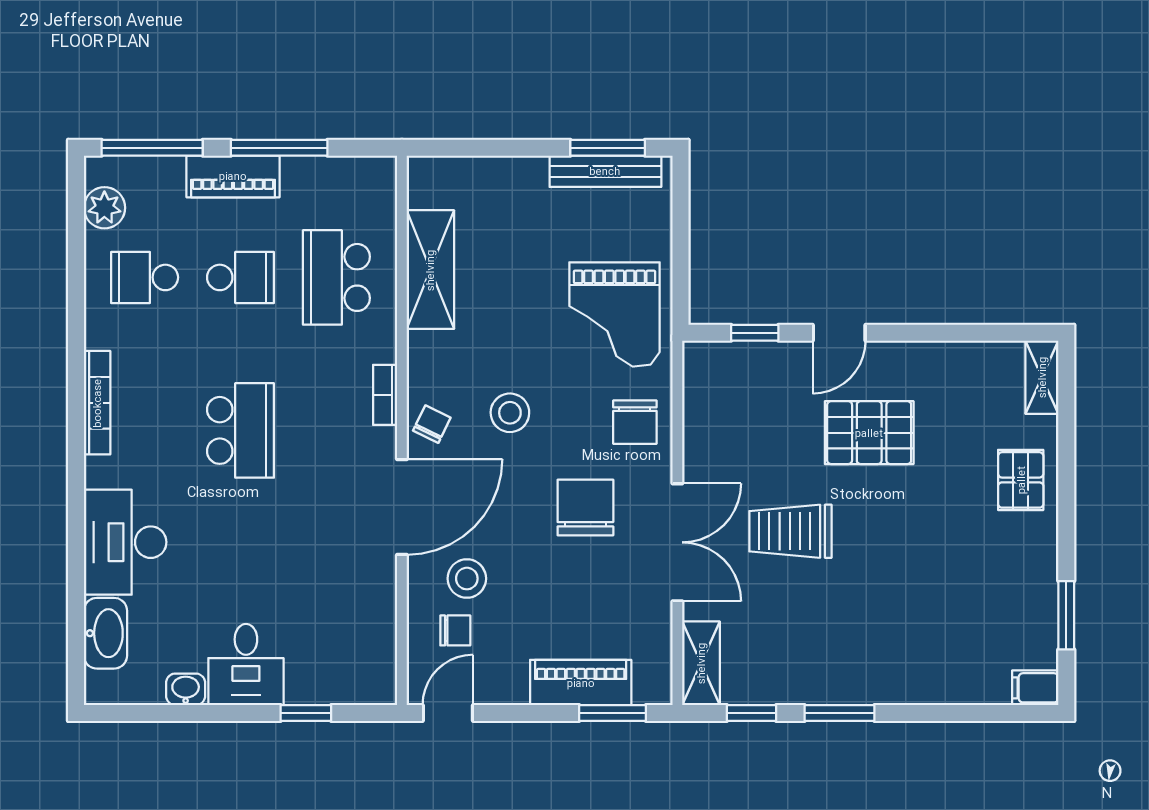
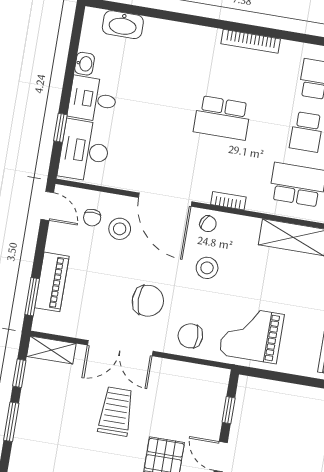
desk: (125, 542) -> (84, 151), moved, turned -90

